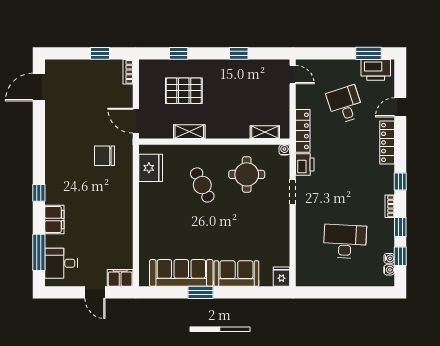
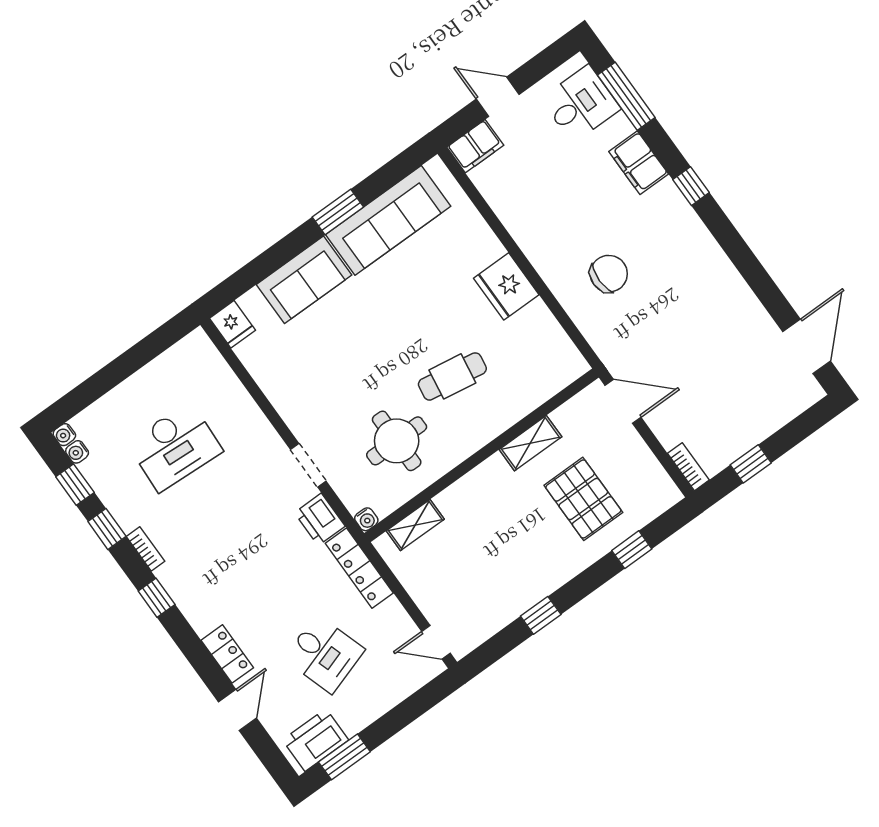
pallet: (184, 91) -> (583, 499), turned 90
locker: (387, 142) -> (227, 654), width x0.66
chair: (104, 156) -> (609, 274), moved
fridge: (151, 168) -> (506, 286), moved
cafe table: (202, 185) -> (452, 376), turned -55
water cooler: (389, 258) -> (64, 435), moved

